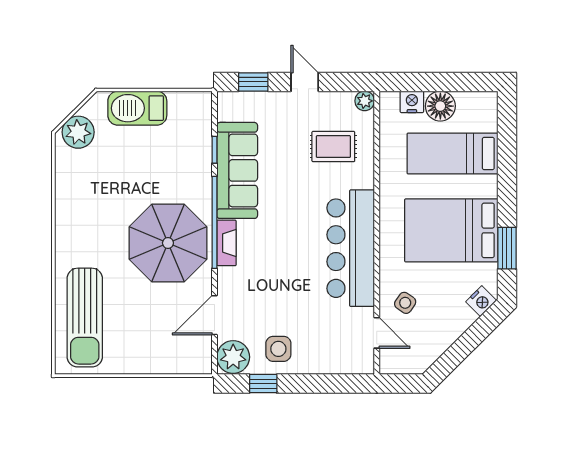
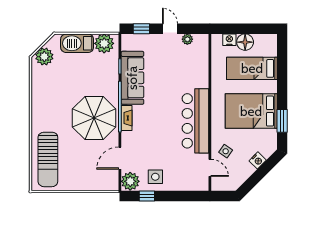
plant: (365, 101) -> (187, 39), moved
plant: (186, 109) -> (104, 43), added
rug: (333, 147) -> (186, 65), removed
nightstand: (481, 301) -> (258, 160), moved

